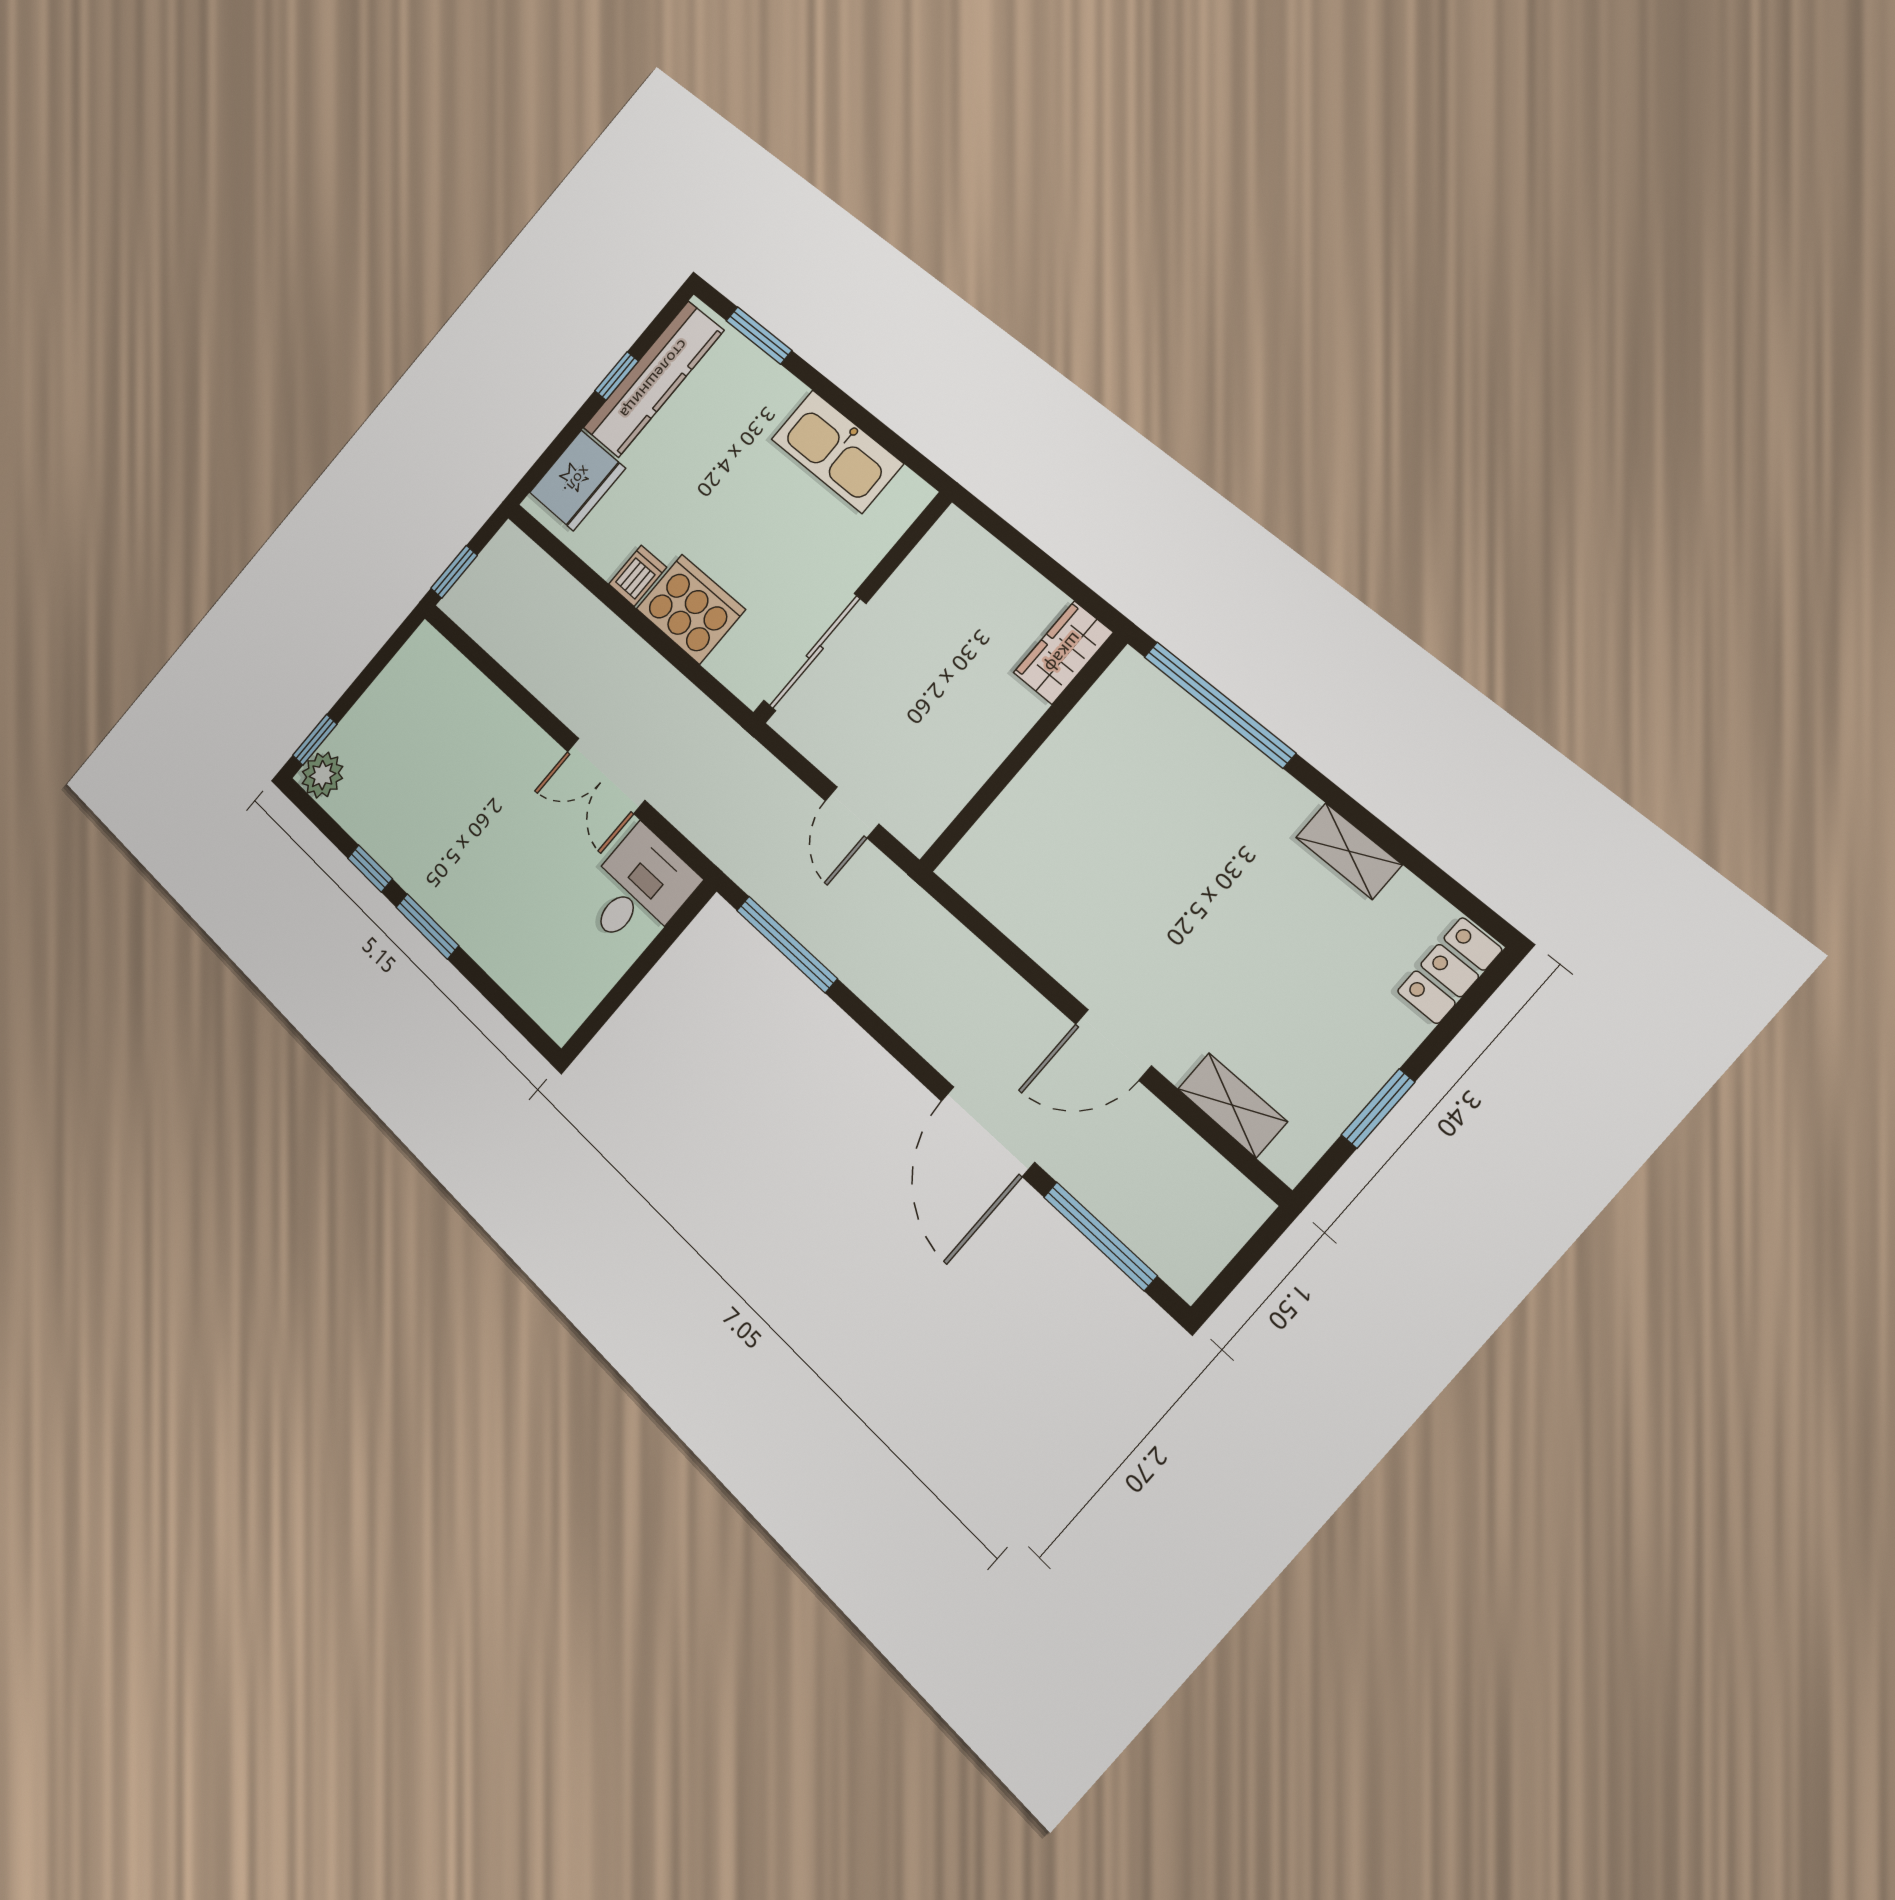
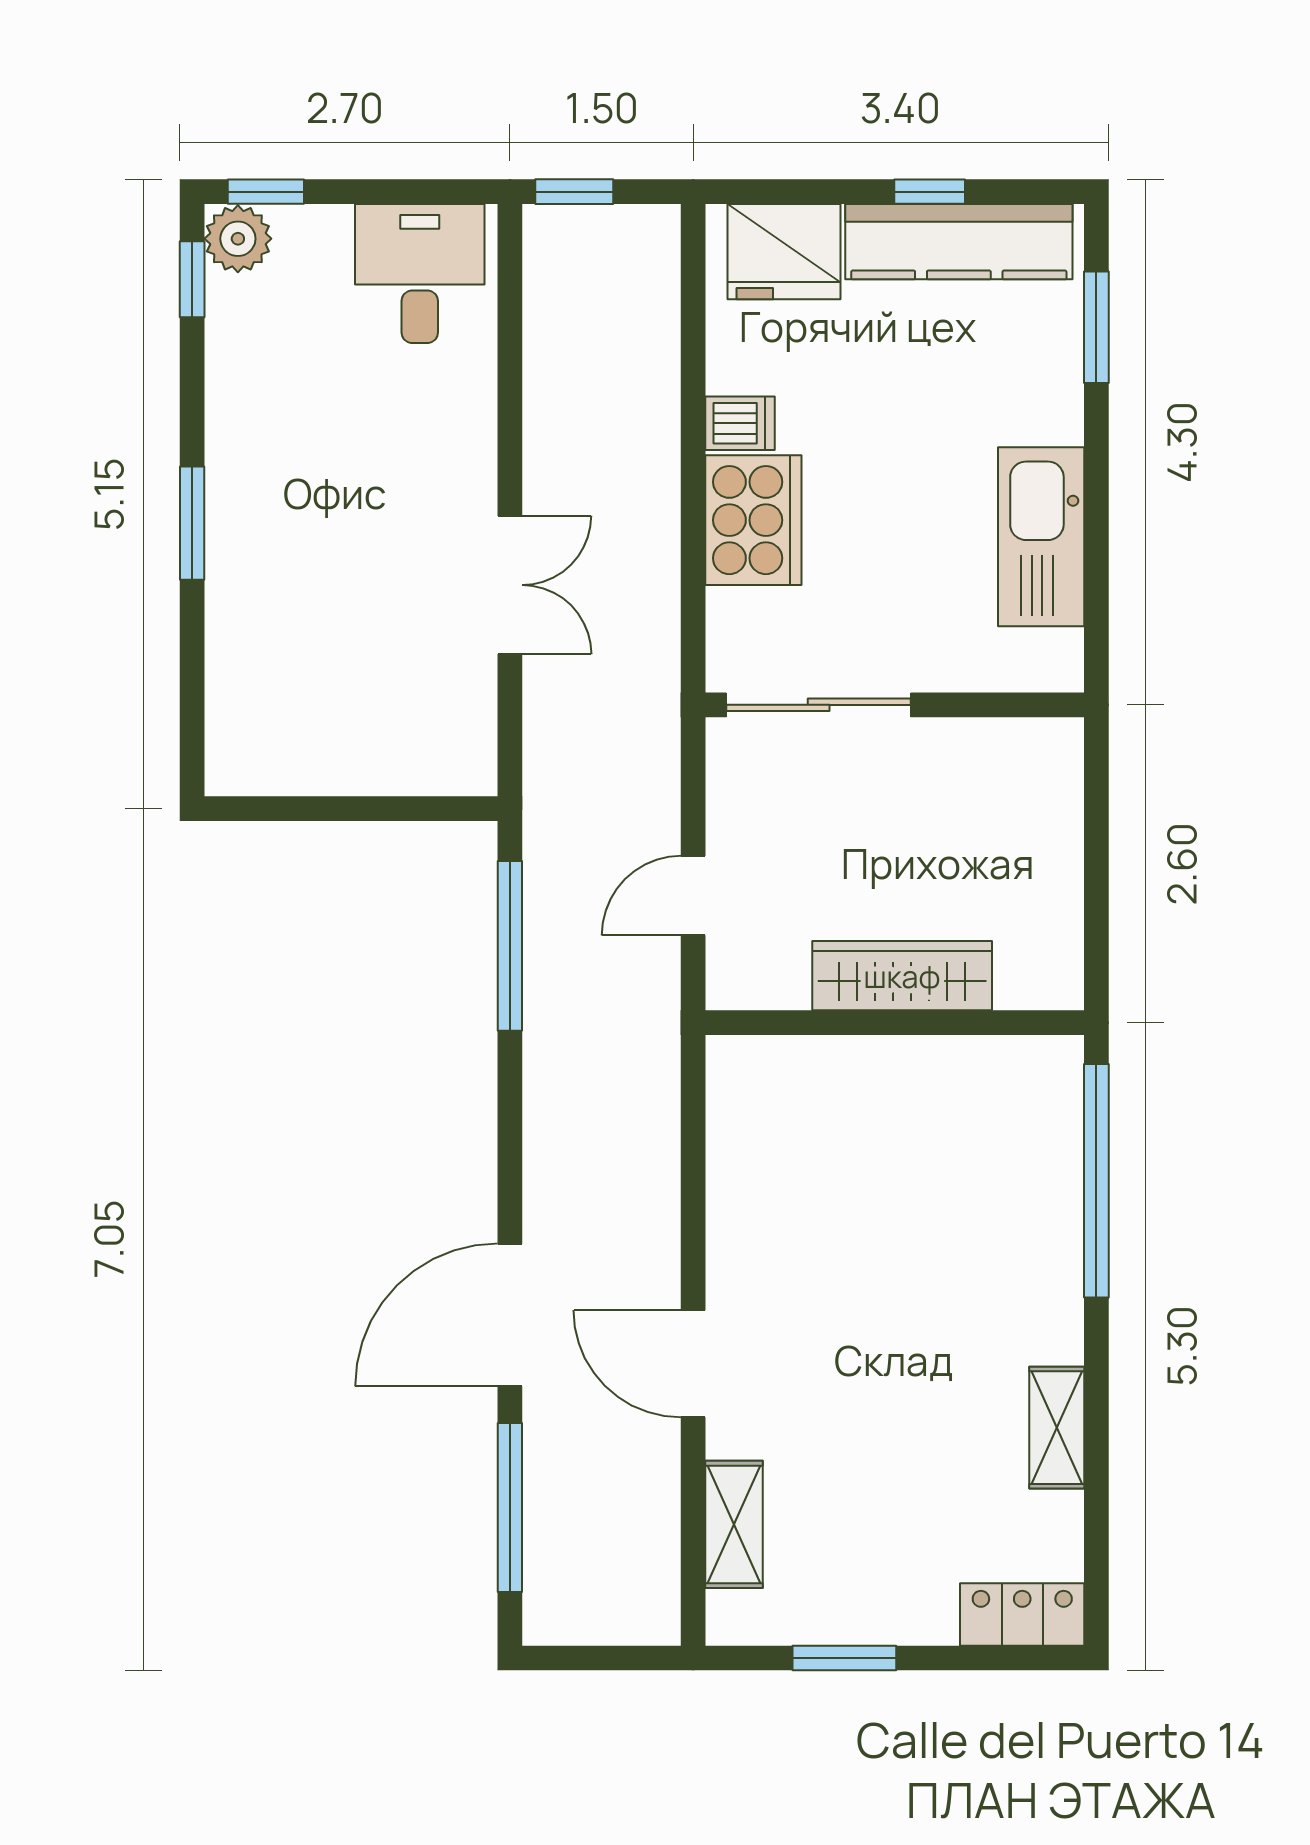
wardrobe: (1063, 653) -> (902, 976), moved, width x1.50
double door: (606, 776) -> (510, 585), swing flipped
window: (370, 869) -> (192, 279), moved
desk: (638, 890) -> (420, 274), moved, turned -90

